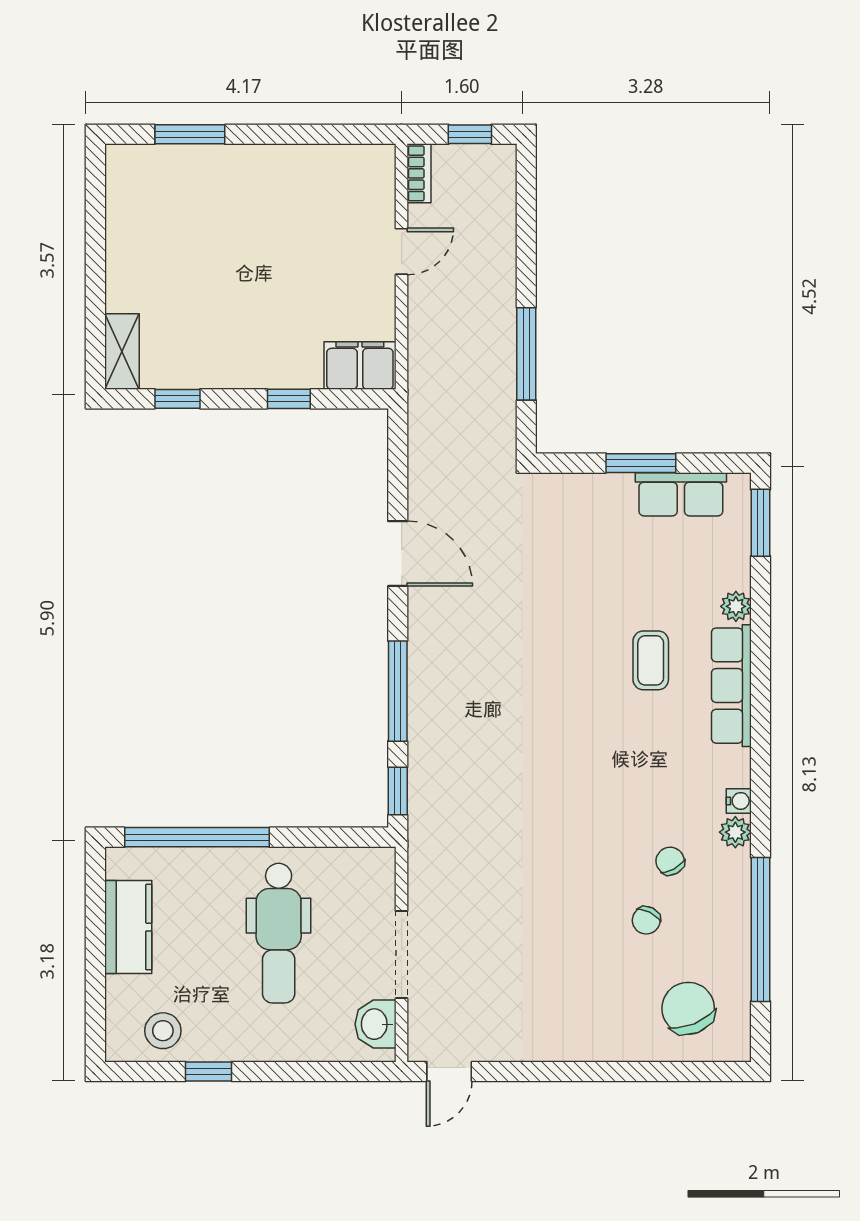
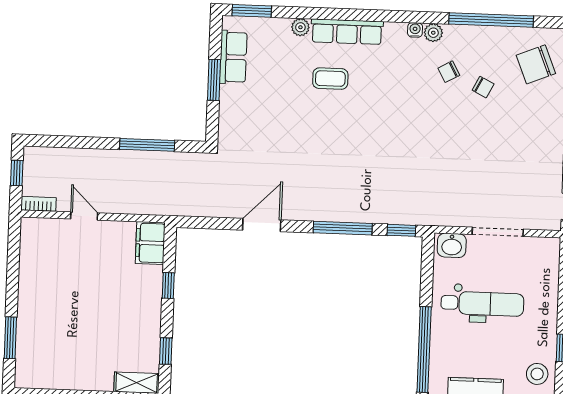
washbasin: (375, 1024) -> (452, 245), moved

